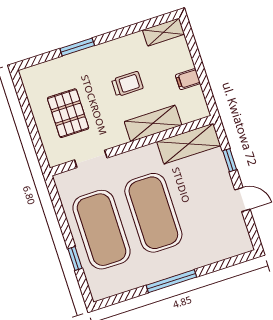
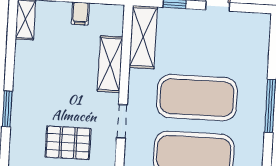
trolley: (127, 84) -> (62, 74), removed
doorway: (91, 159) -> (122, 121), moved

